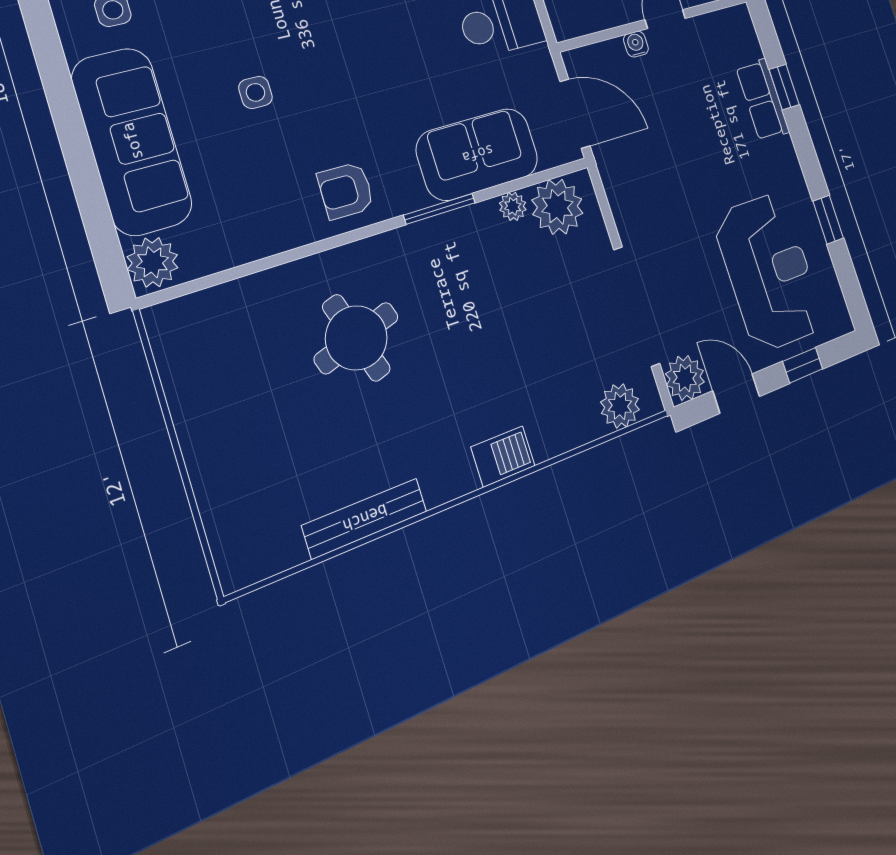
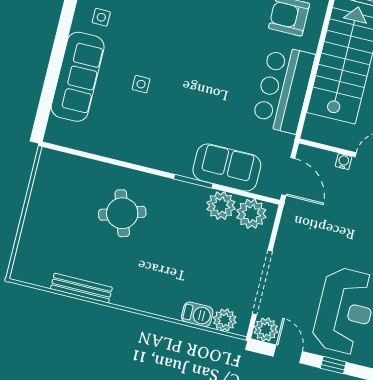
armchair: (346, 191) -> (155, 149), removed
plant: (513, 206) -> (221, 206), width x1.88, depth x1.88
plant: (152, 262) -> (57, 131), removed
barbecue: (503, 456) -> (197, 314), moved

